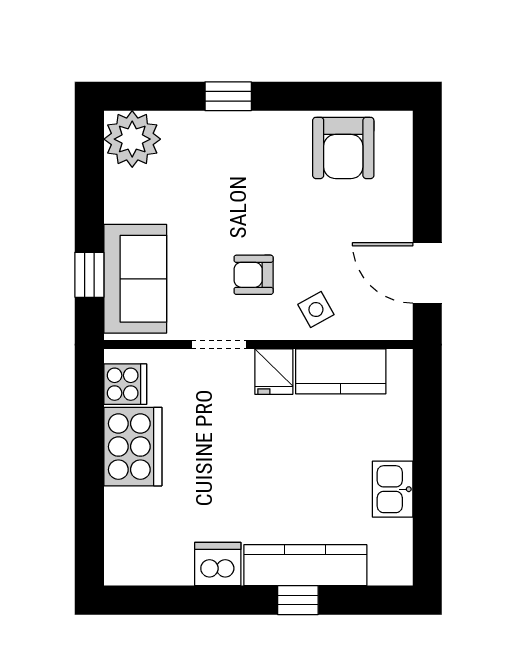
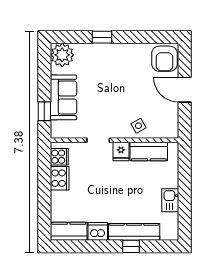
armchair: (343, 148) -> (164, 59), moved
door: (427, 273) -> (185, 90), moved
armchair: (254, 275) -> (113, 111), removed
sofa: (135, 279) -> (63, 97), moved
cooker: (133, 447) -> (60, 178), width x0.73, depth x0.76
kitchen counter: (148, 564) -> (69, 231), added

